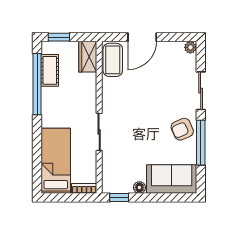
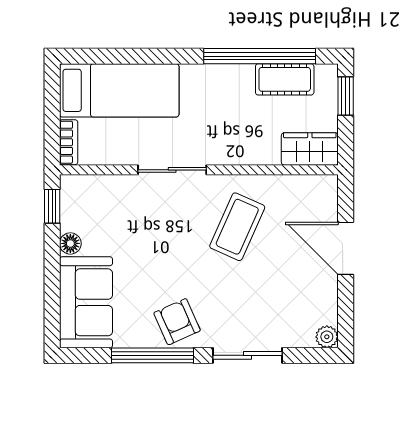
coffee table: (113, 60) -> (237, 227), moved, turned -66

